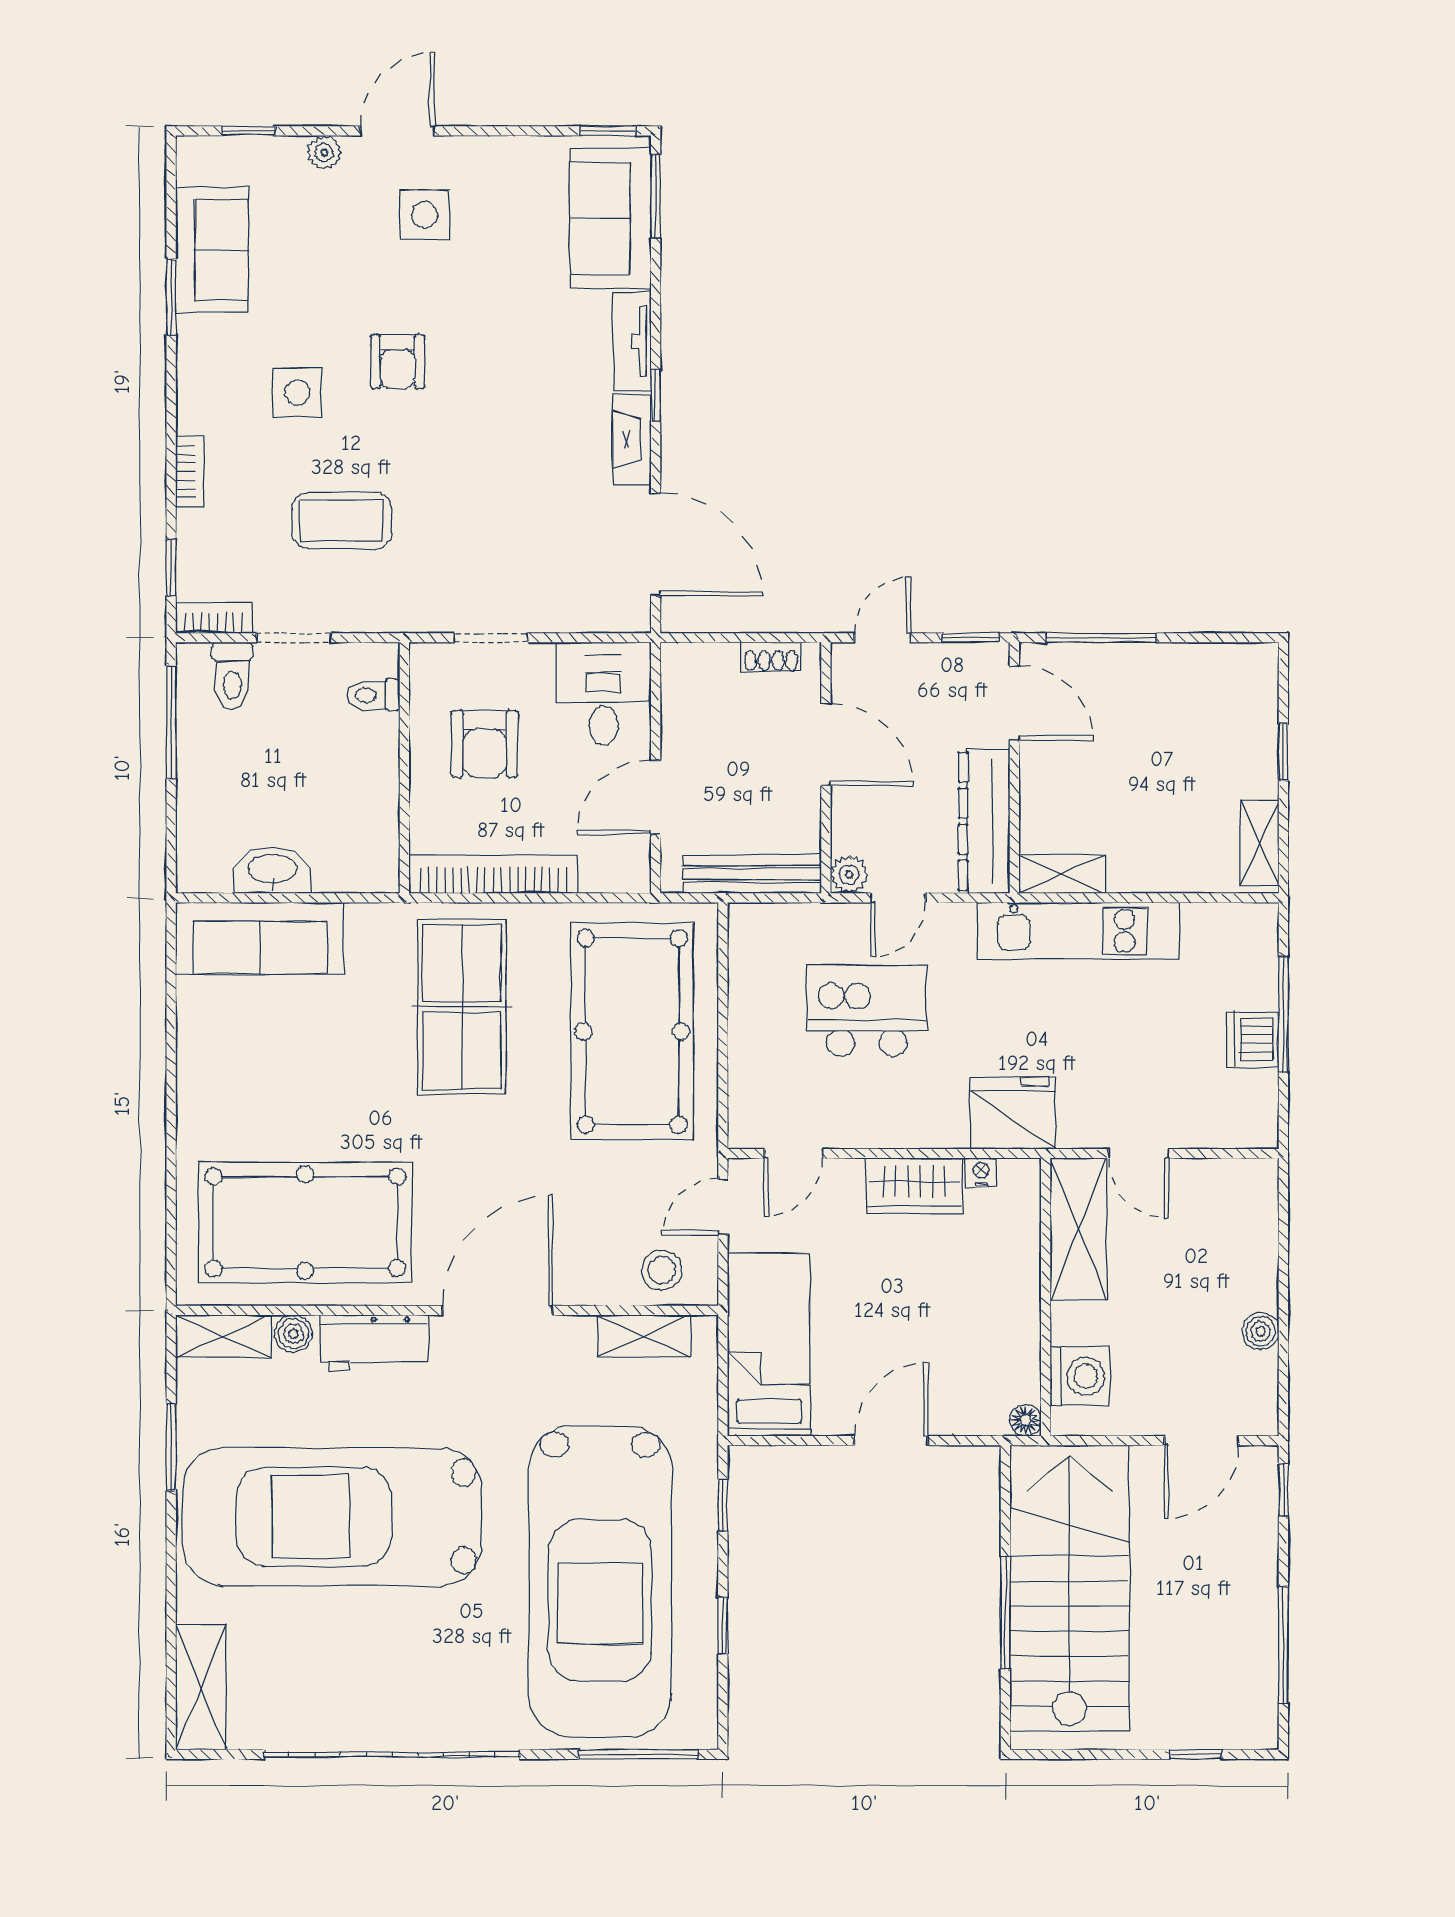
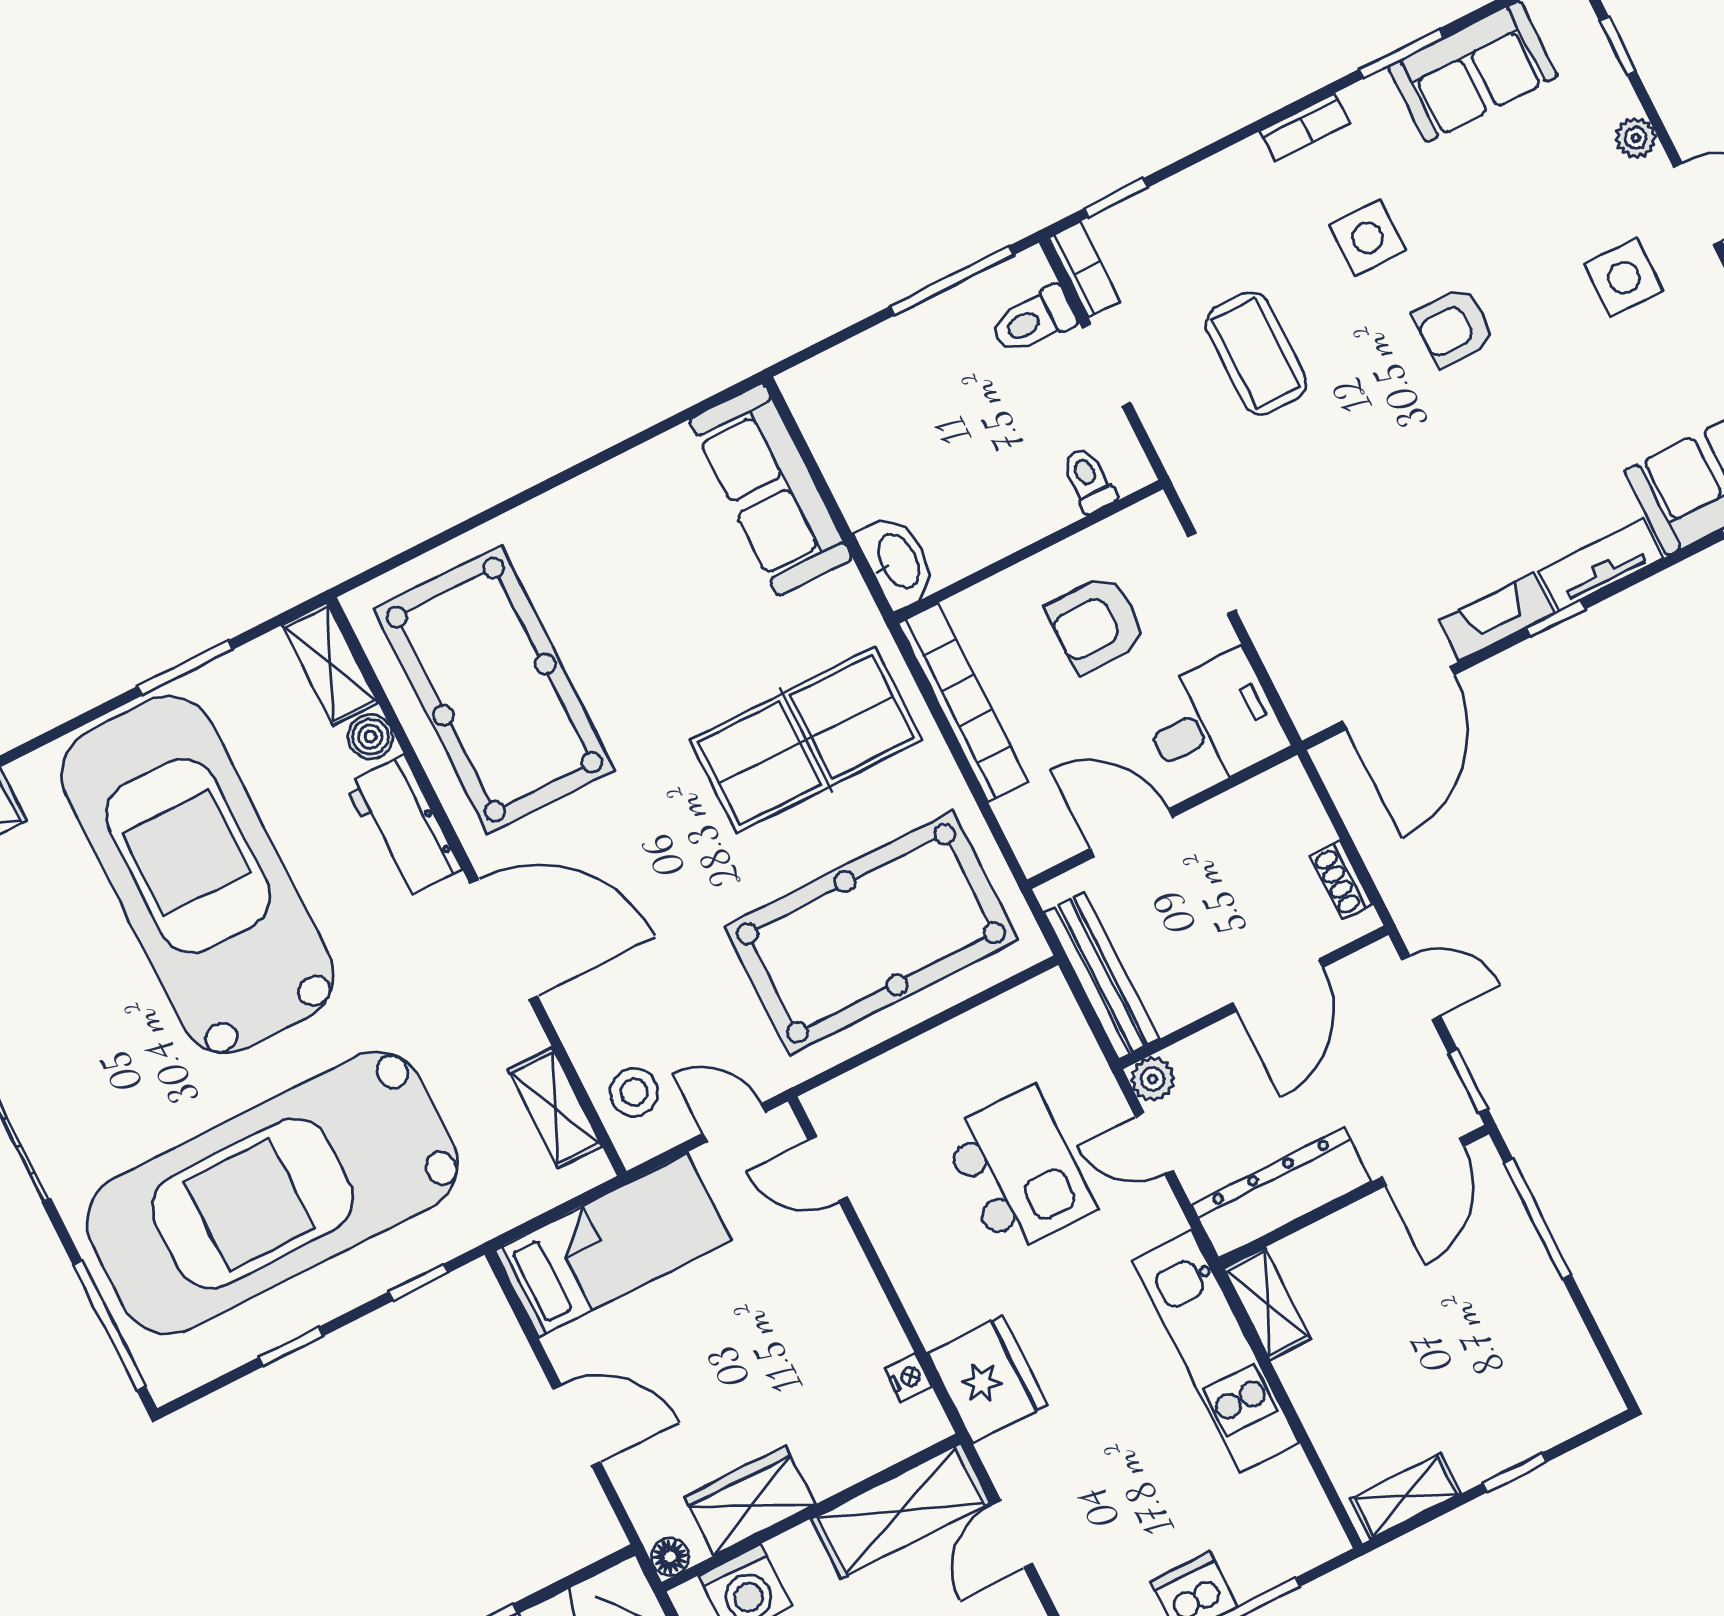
bookcase: (190, 472) -> (1305, 127), moved
washbasin: (272, 870) -> (897, 561), moved
wardrobe: (914, 1186) -> (750, 1501), moved, turned 90

